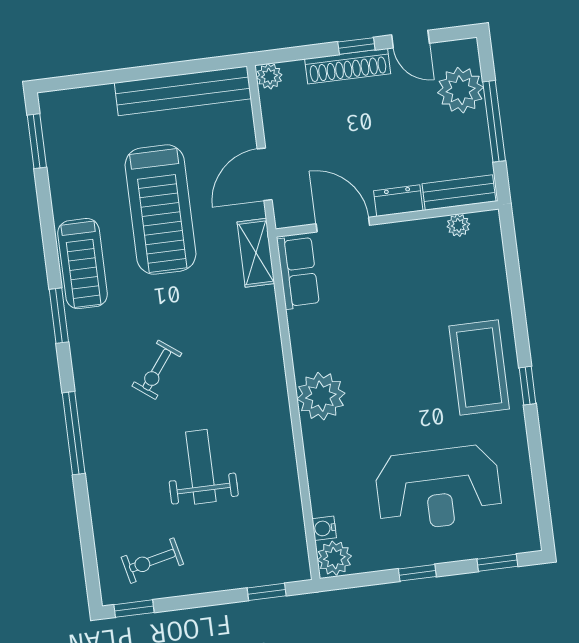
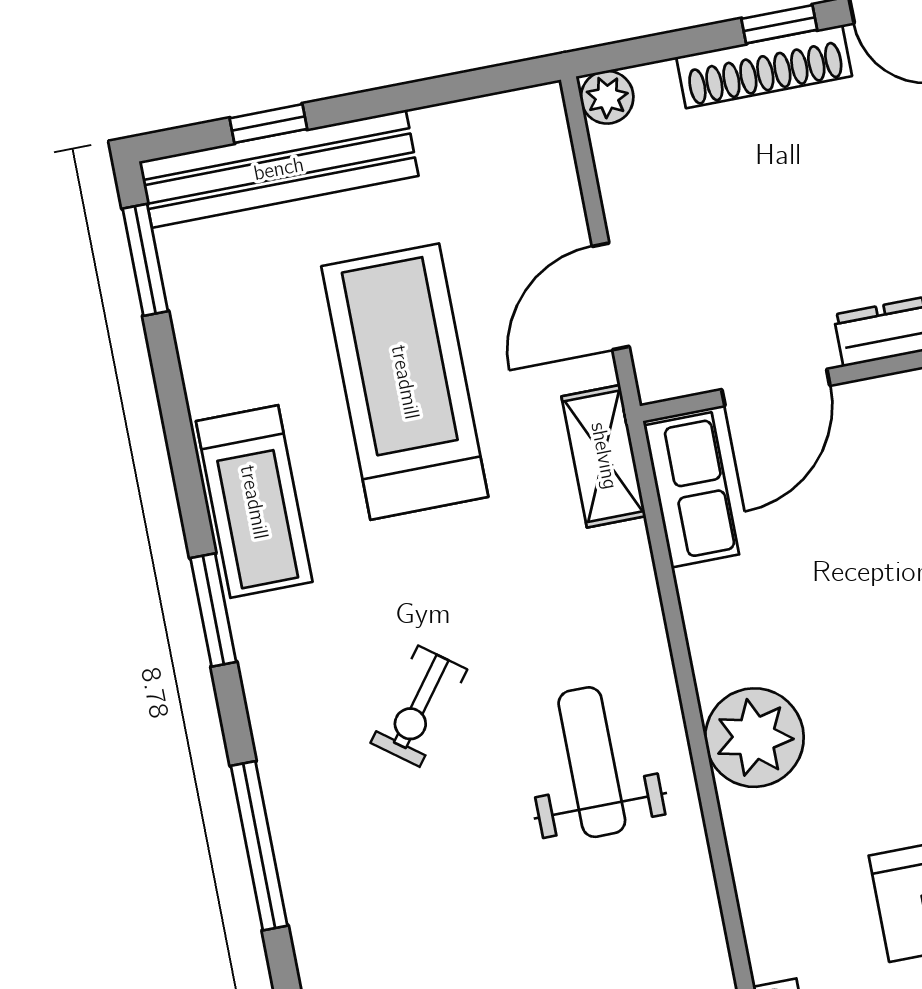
window: (102, 78) -> (268, 124), added
bench: (183, 91) -> (279, 169), moved
treadmill: (160, 210) -> (405, 382), turned 180
door: (343, 225) -> (776, 388), swing flipped
weight bench: (201, 467) -> (592, 762), moved

